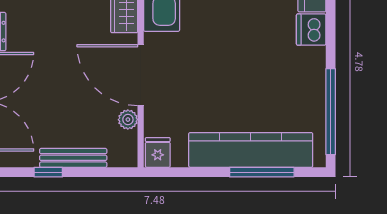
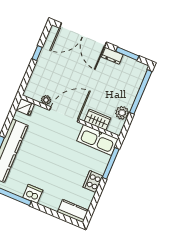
dishwasher: (311, 30) -> (33, 194), moved
bench: (73, 158) -> (39, 67), removed

